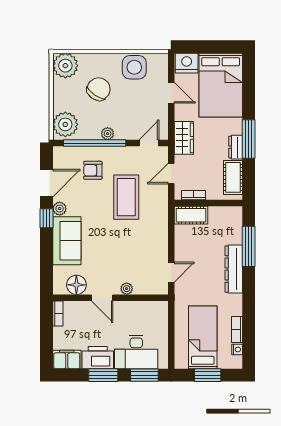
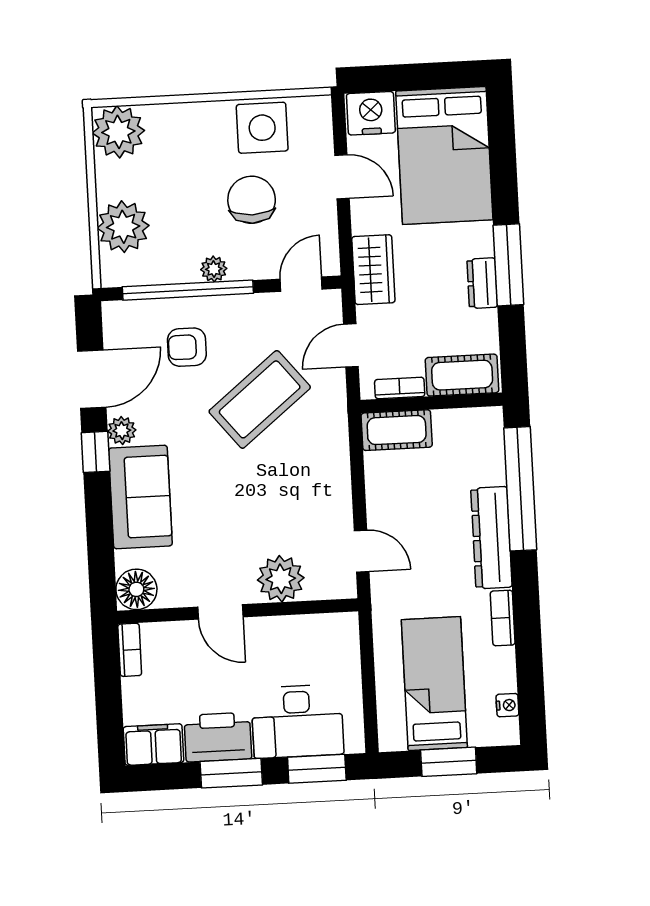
chair: (99, 89) -> (252, 200), moved, turned -35
plant: (65, 124) -> (123, 227), moved
cot: (233, 177) -> (462, 375), moved, turned 90
coffee table: (126, 197) -> (260, 399), turned 51
window: (249, 246) -> (520, 489), width x1.46
door: (171, 272) -> (362, 551), hinge flipped
floor lamp: (76, 285) -> (136, 589), moved
plant: (127, 289) -> (281, 579), width x1.88, depth x1.88
bookcase: (237, 330) -> (503, 618), moved

